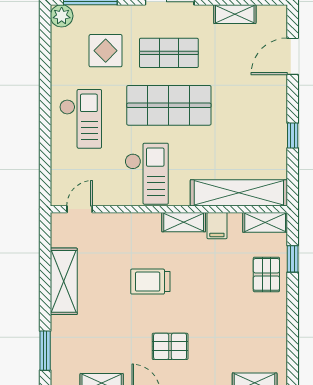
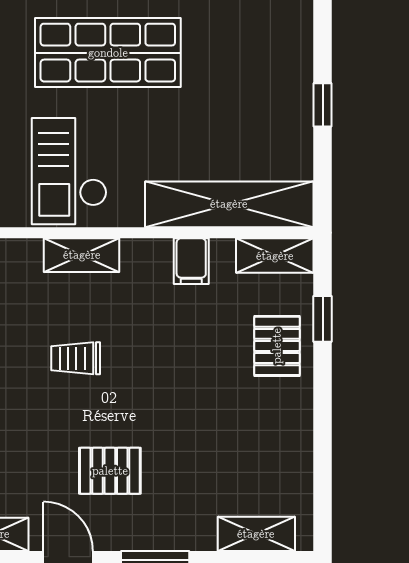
checkout: (147, 174) -> (69, 171), turned 180
shelving: (184, 222) -> (82, 255), moved
trolley: (150, 282) -> (76, 358), width x0.73, depth x0.72

